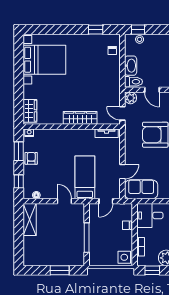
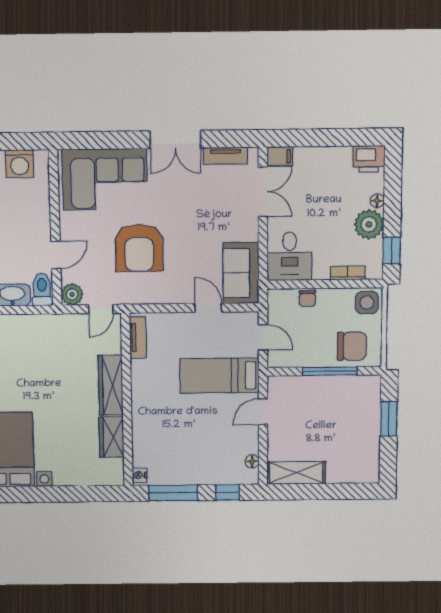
wardrobe: (30, 111) -> (111, 437), moved, turned -90
window: (19, 151) -> (173, 493), width x1.44
armchair: (31, 158) -> (186, 471), removed
chair: (100, 250) -> (352, 346), added

